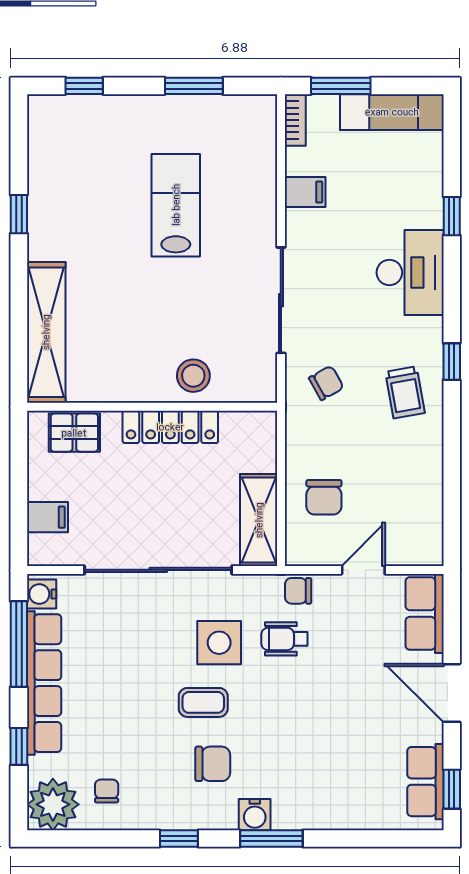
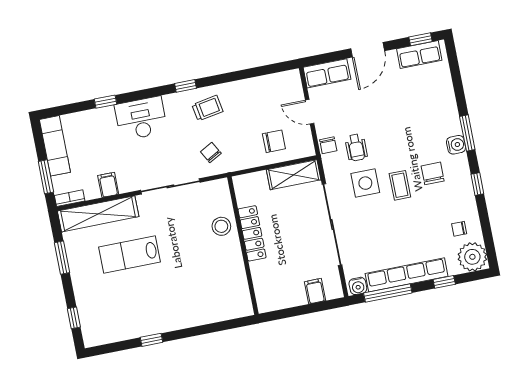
shelving: (46, 332) -> (98, 214), moved
pallet: (74, 433) -> (266, 286), removed

